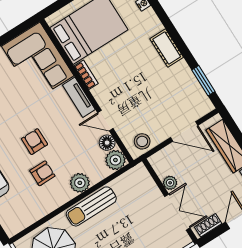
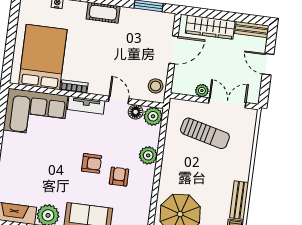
door: (105, 121) -> (119, 100), swing flipped
armchair: (34, 142) -> (92, 163), turned 180
sun lounger: (91, 206) -> (205, 133), moved, turned -76
shoe rack: (208, 225) -> (255, 89), removed

